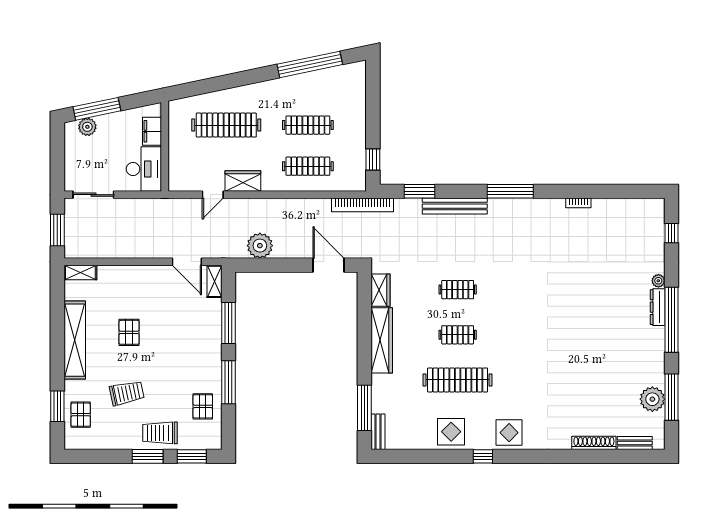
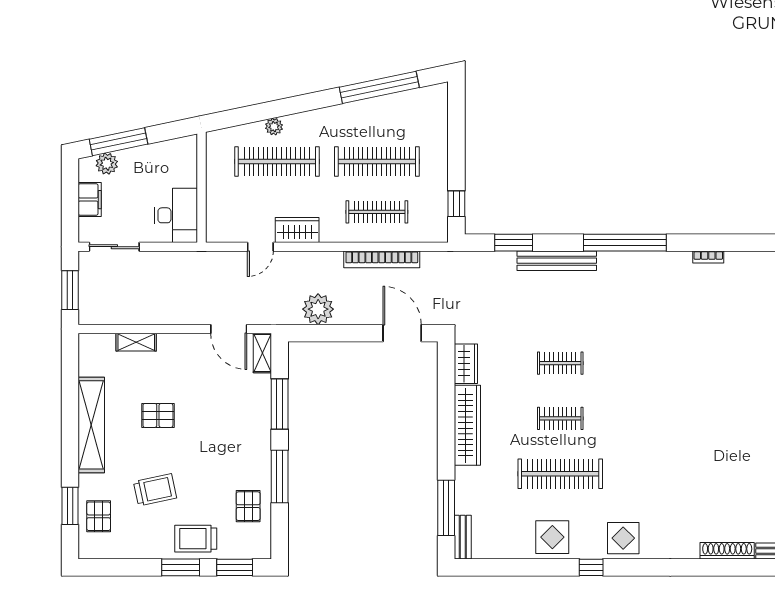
plant: (224, 97) -> (274, 127), added
clothes rail: (308, 125) -> (377, 162), width x1.37, depth x1.31
filing cabinet: (152, 131) -> (90, 200), moved, turned 180
window: (510, 191) -> (625, 243), width x1.46
bookcase: (363, 205) -> (382, 259), moved
shelving: (80, 272) -> (136, 342), moved
pallet: (129, 332) -> (158, 415), turned 90

